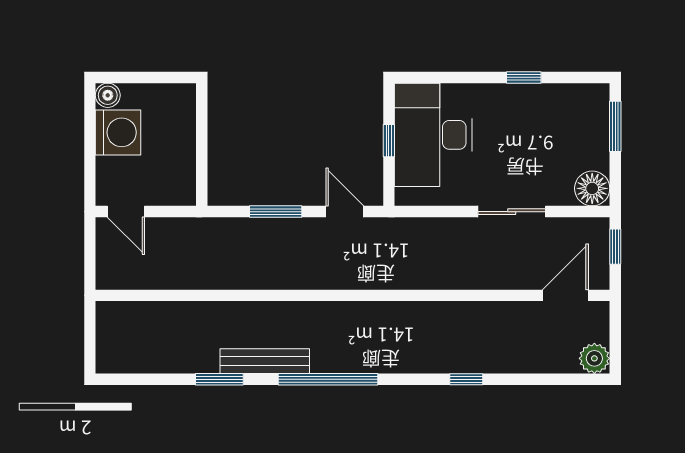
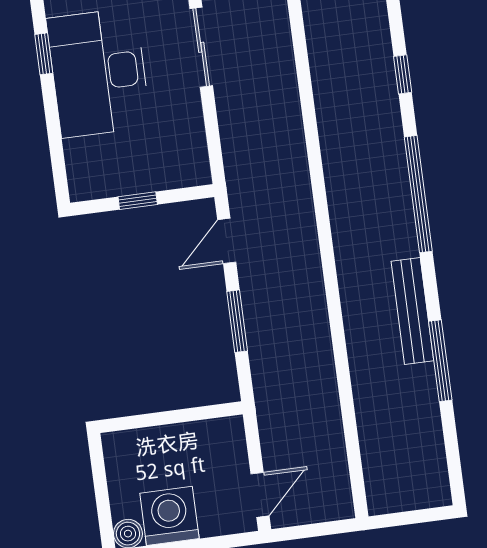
desk: (433, 135) -> (99, 73), moved, turned 90
window: (219, 379) -> (440, 361), width x1.44
window: (328, 379) -> (418, 194), moved

